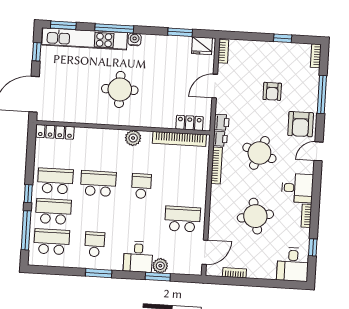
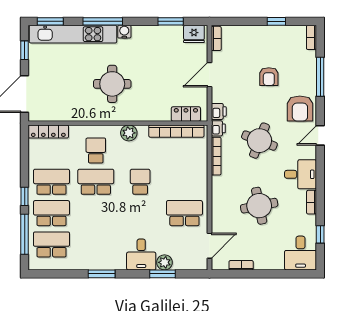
school desk: (95, 244) -> (96, 150), moved

